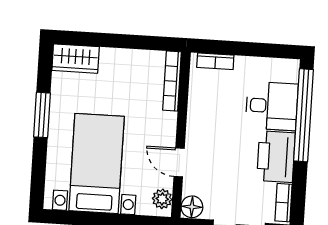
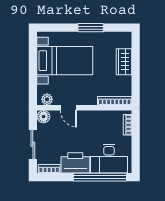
wardrobe: (76, 59) -> (124, 62), moved
desk: (272, 106) -> (109, 159), width x1.37
door: (179, 162) -> (68, 108), swing flipped

